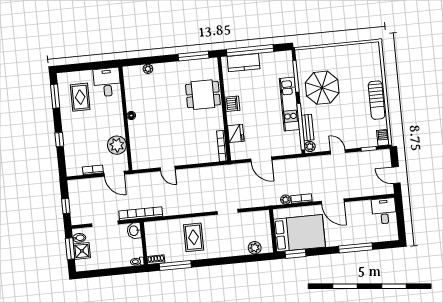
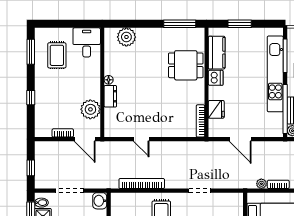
window: (250, 50) -> (240, 24), width x0.47
kitchen counter: (244, 63) -> (217, 53), moved, turned -90
plant: (148, 69) -> (126, 37), width x1.88, depth x1.88
kitchen unit: (289, 104) -> (275, 74), width x1.36
dresser: (134, 131) -> (110, 96), added
bookcase: (141, 214) -> (142, 184), moved

